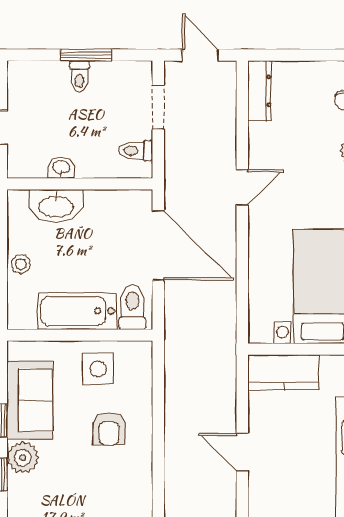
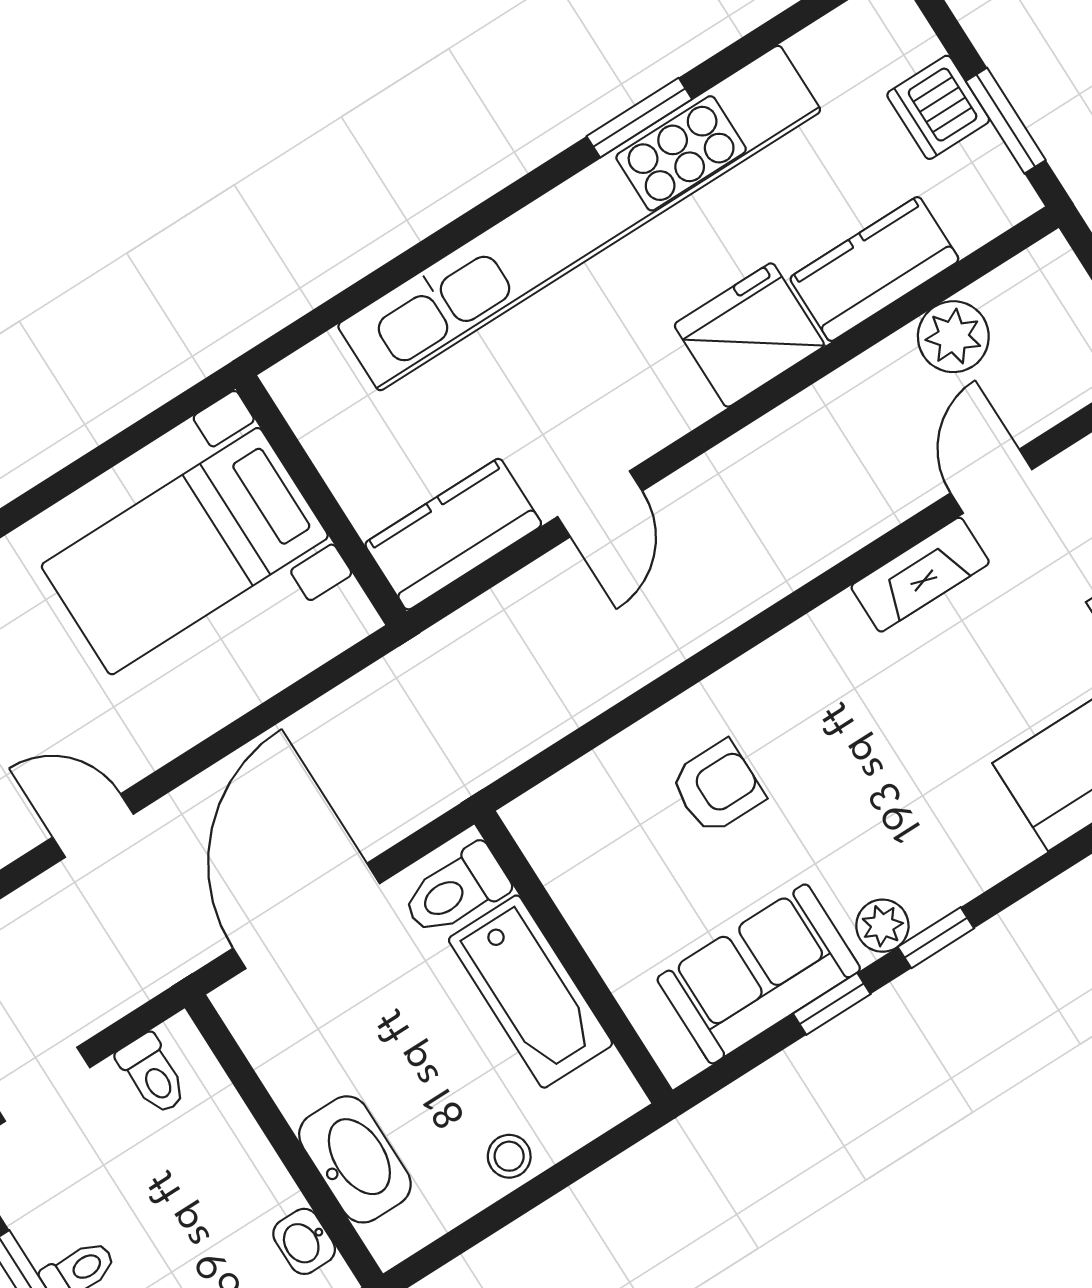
washbasin: (61, 168) -> (304, 1241), moved
side table: (98, 369) -> (616, 881), removed
kitchen counter: (283, 373) -> (453, 534), moved, turned -90
plant: (23, 458) -> (882, 926), width x0.73, depth x0.73

